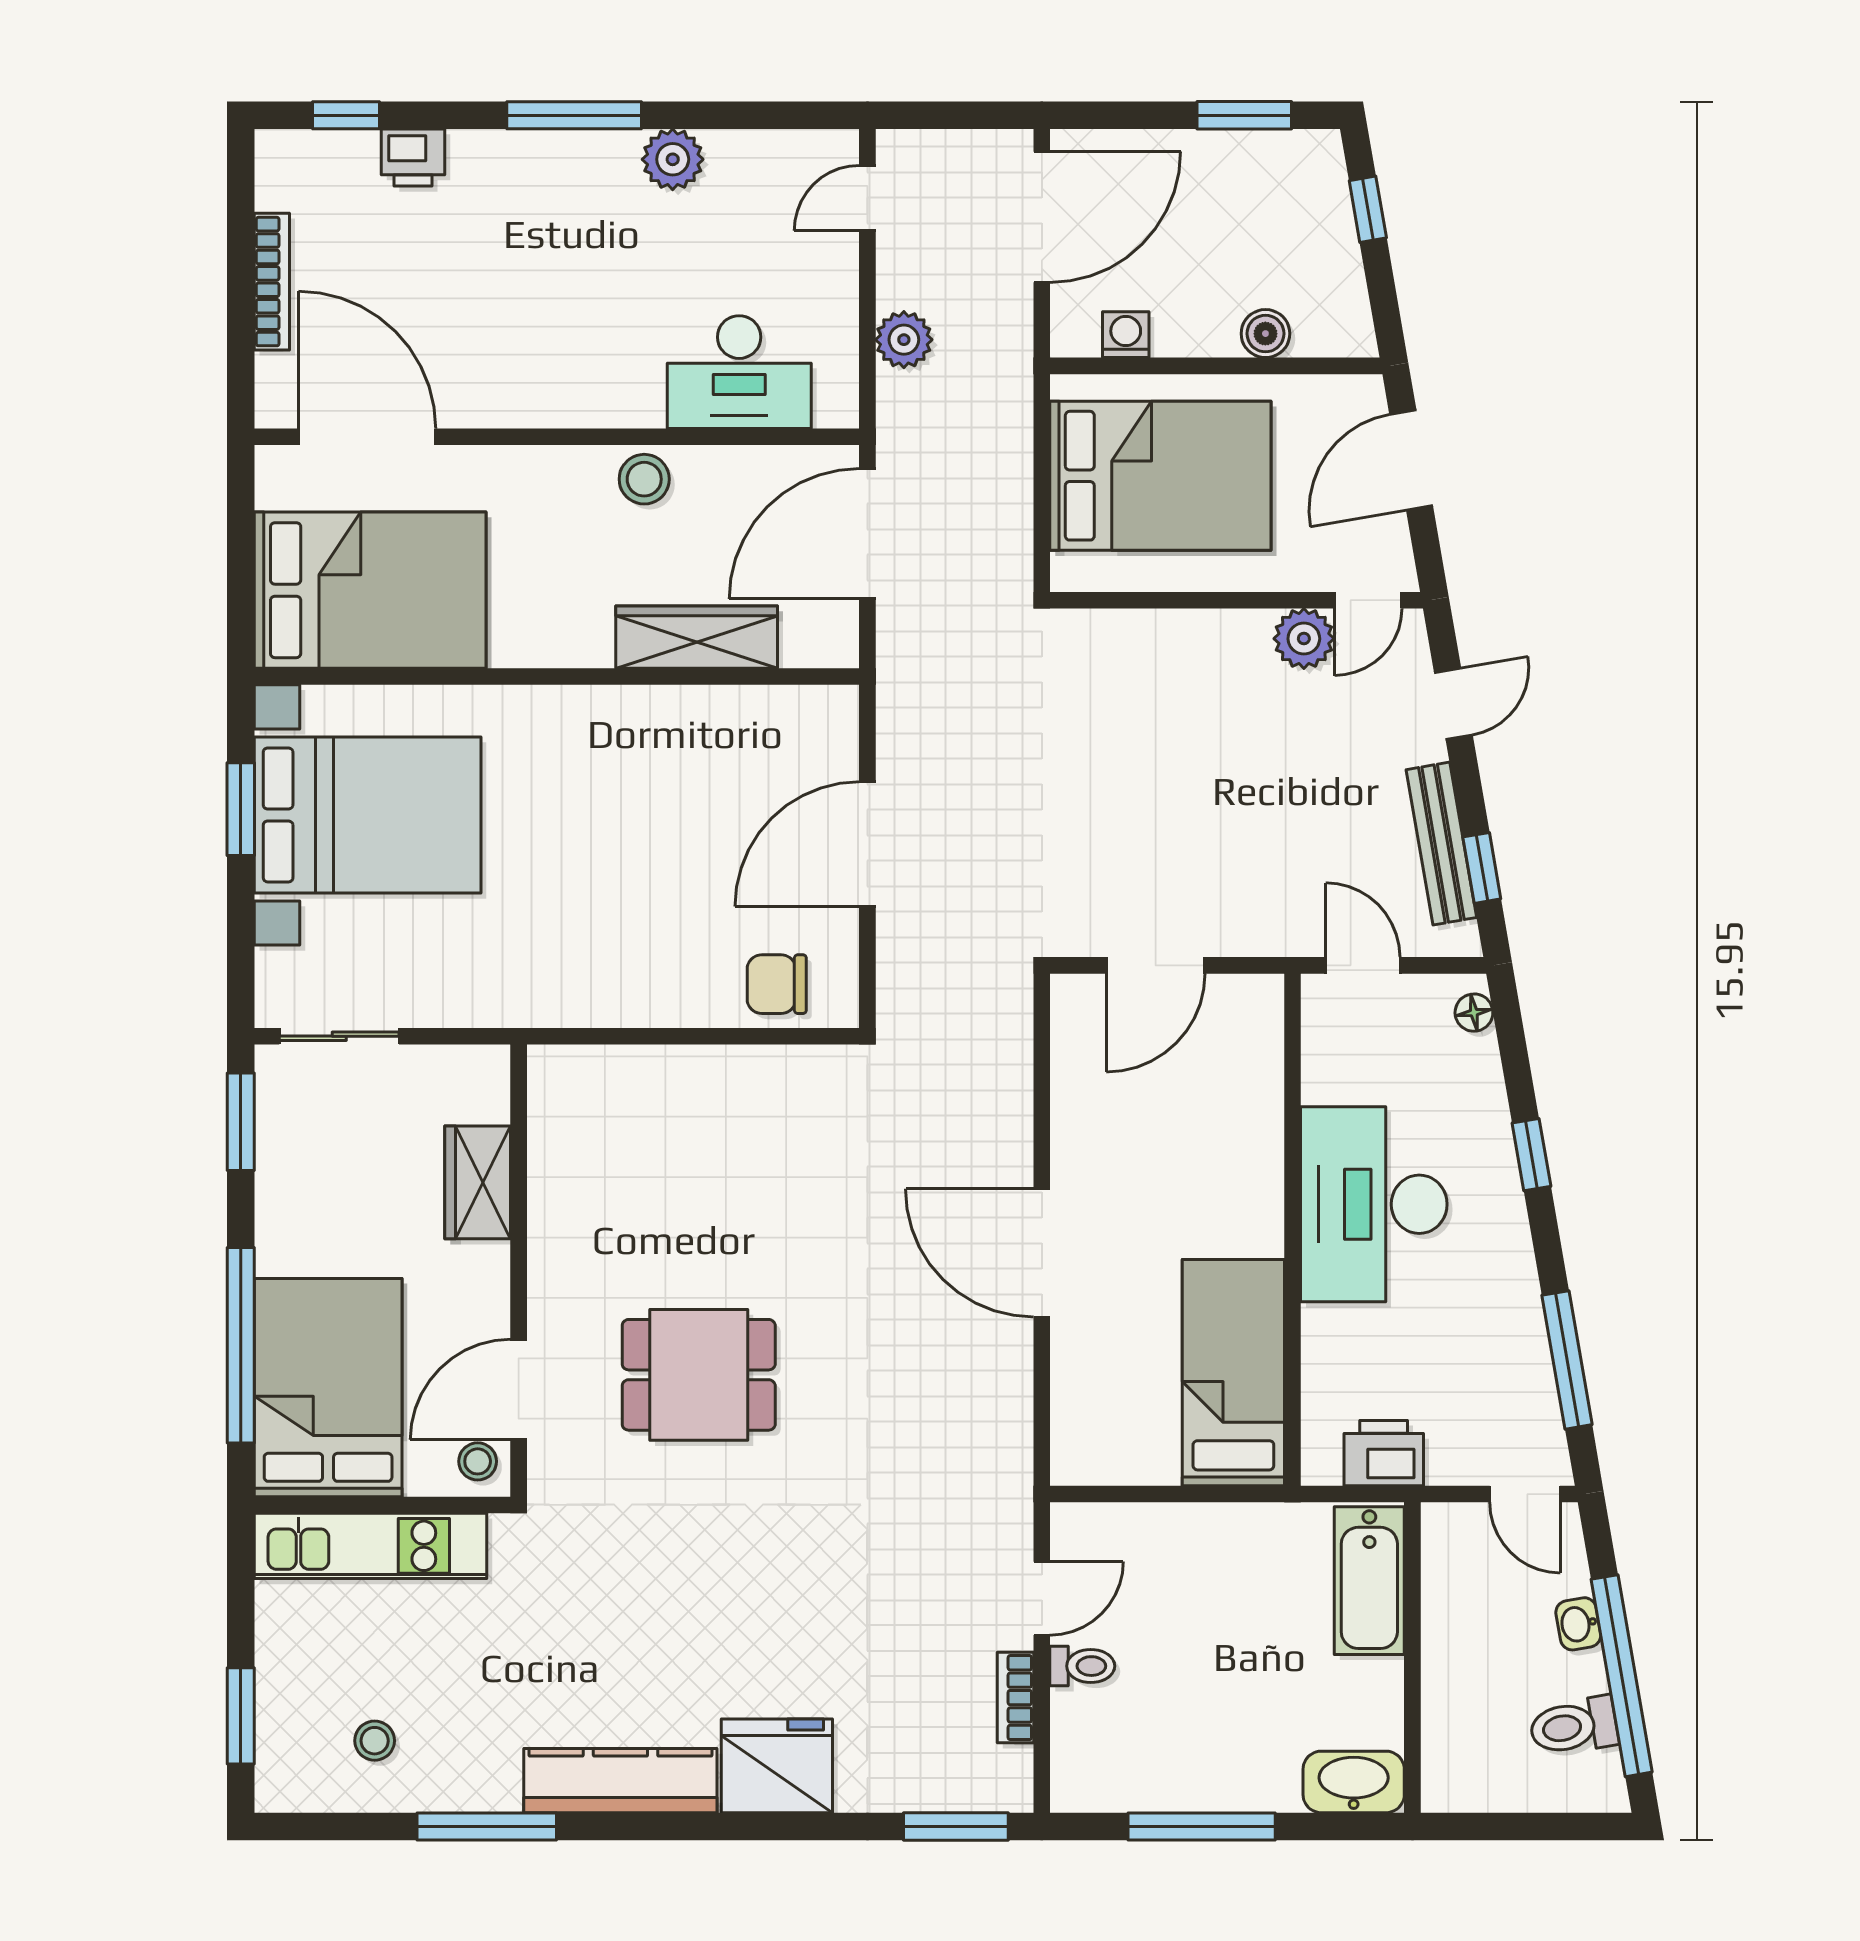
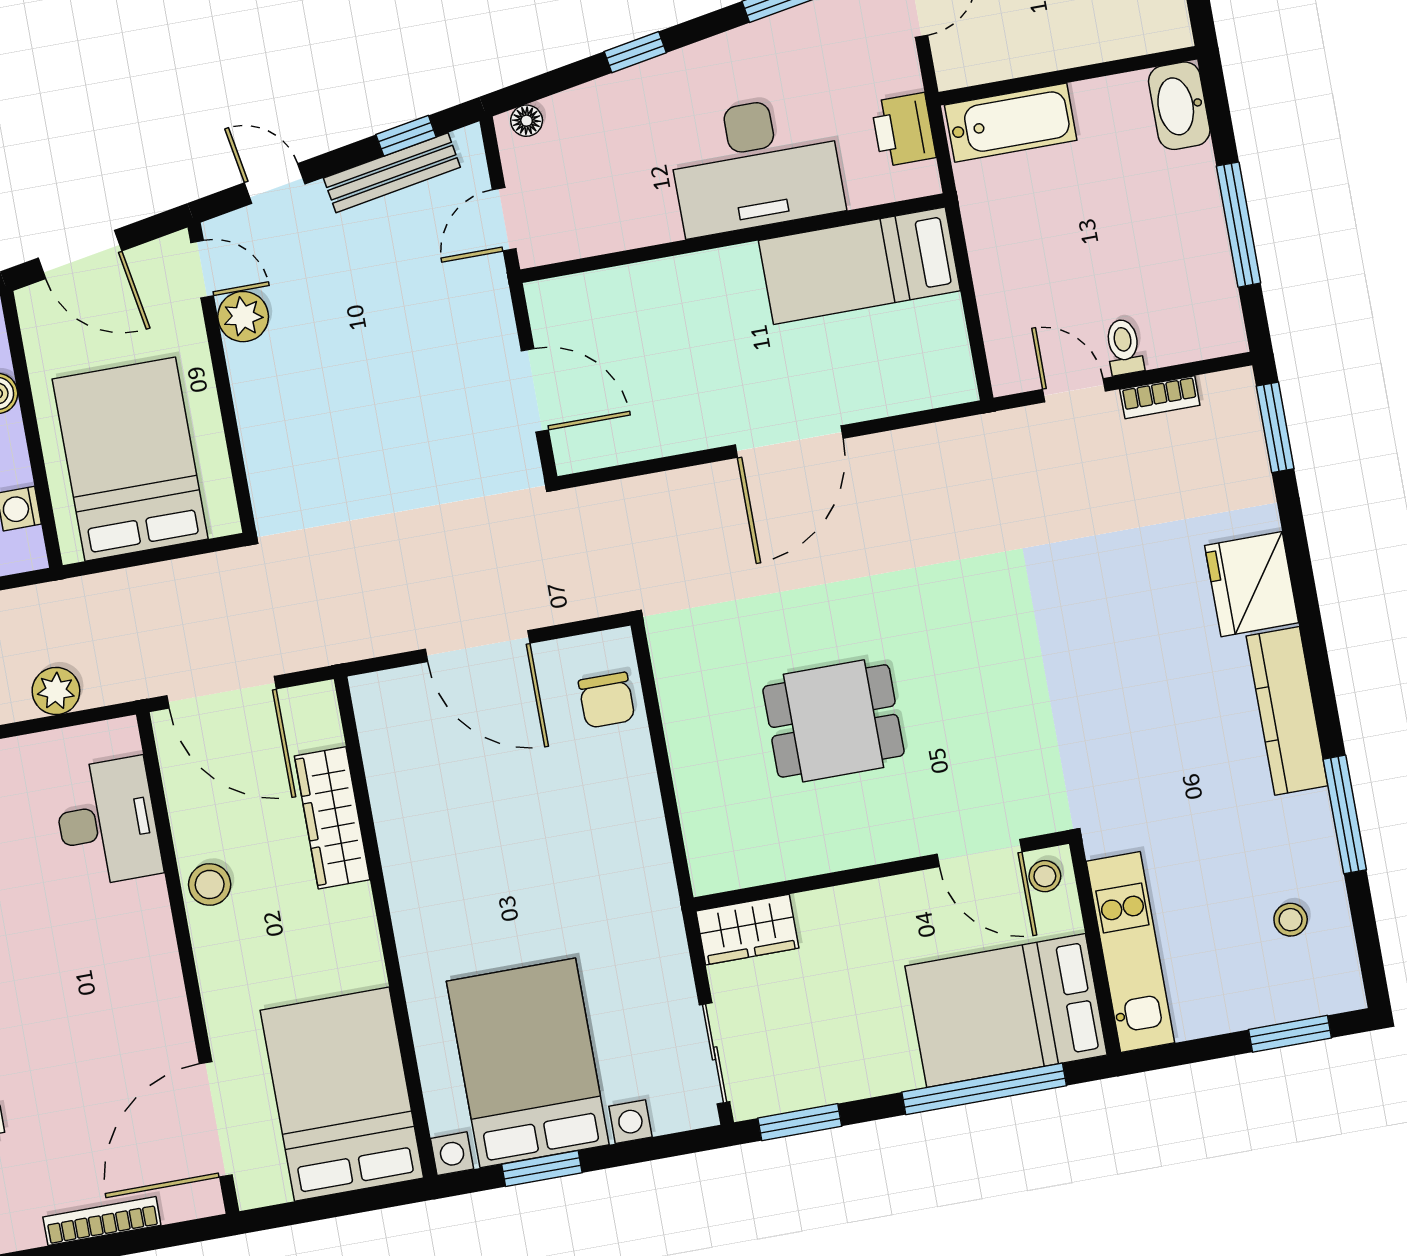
wardrobe: (478, 1182) -> (747, 930), moved
desk: (1374, 1204) -> (756, 165), moved
dining table: (699, 1375) -> (833, 721), moved, turned 90

